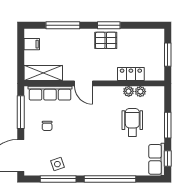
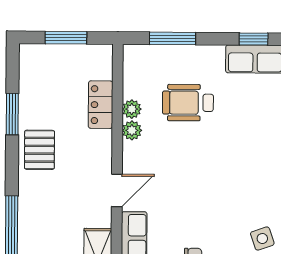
window: (109, 25) -> (12, 114), moved
plant: (140, 92) -> (132, 130), moved
window: (168, 125) -> (172, 38), moved

